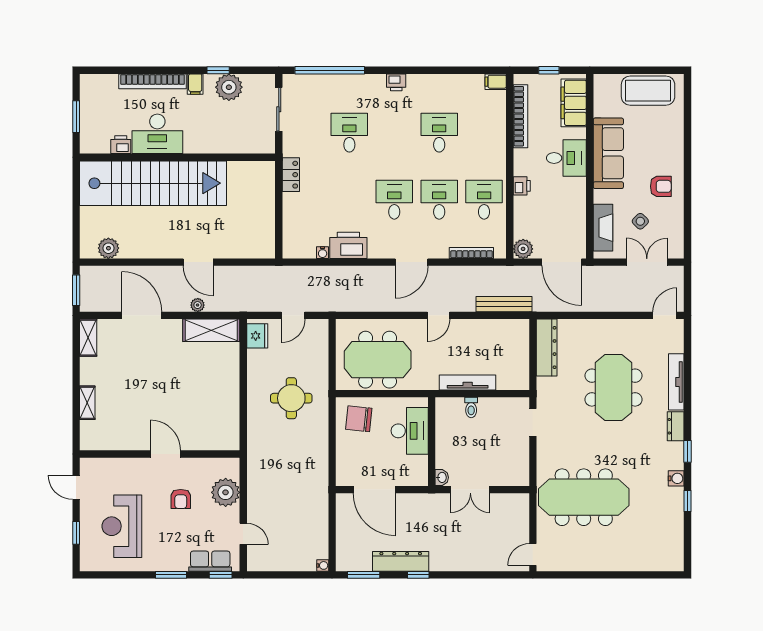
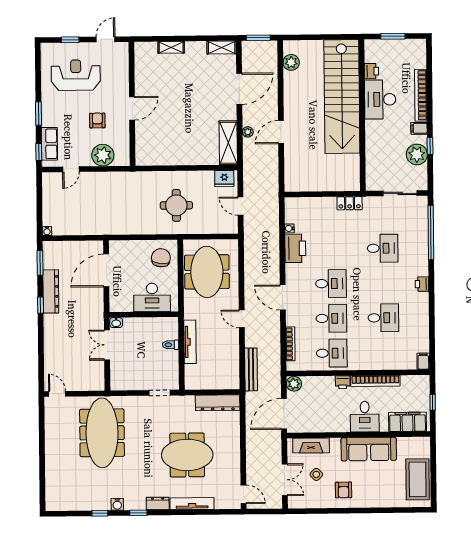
bookcase: (520, 116) -> (375, 381), moved
armchair: (181, 499) -> (97, 120), turned 90

